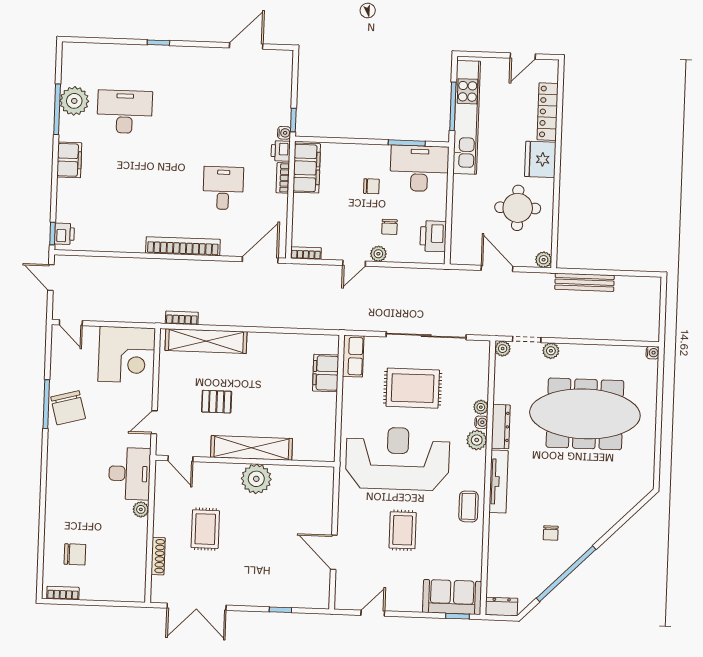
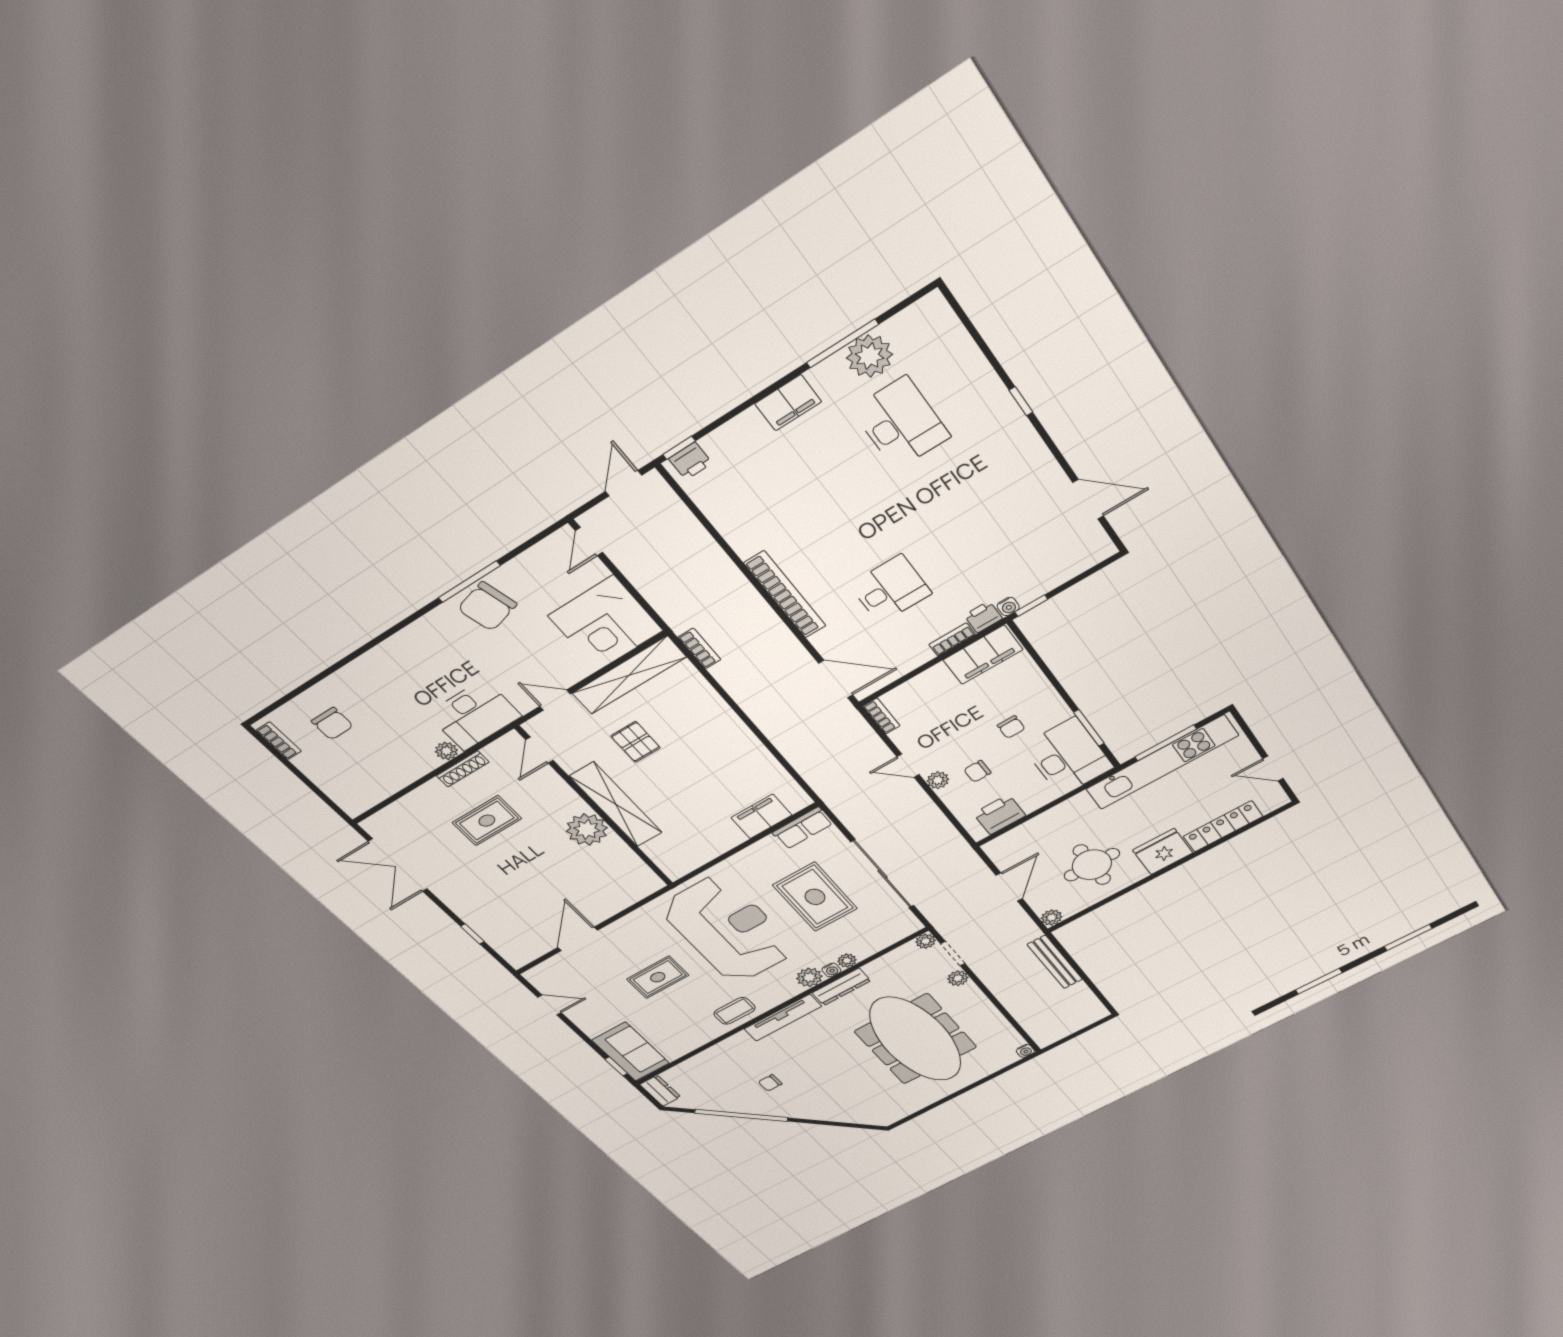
shelving: (206, 341) -> (629, 675), moved, turned 90
shoe rack: (158, 556) -> (463, 769), moved

